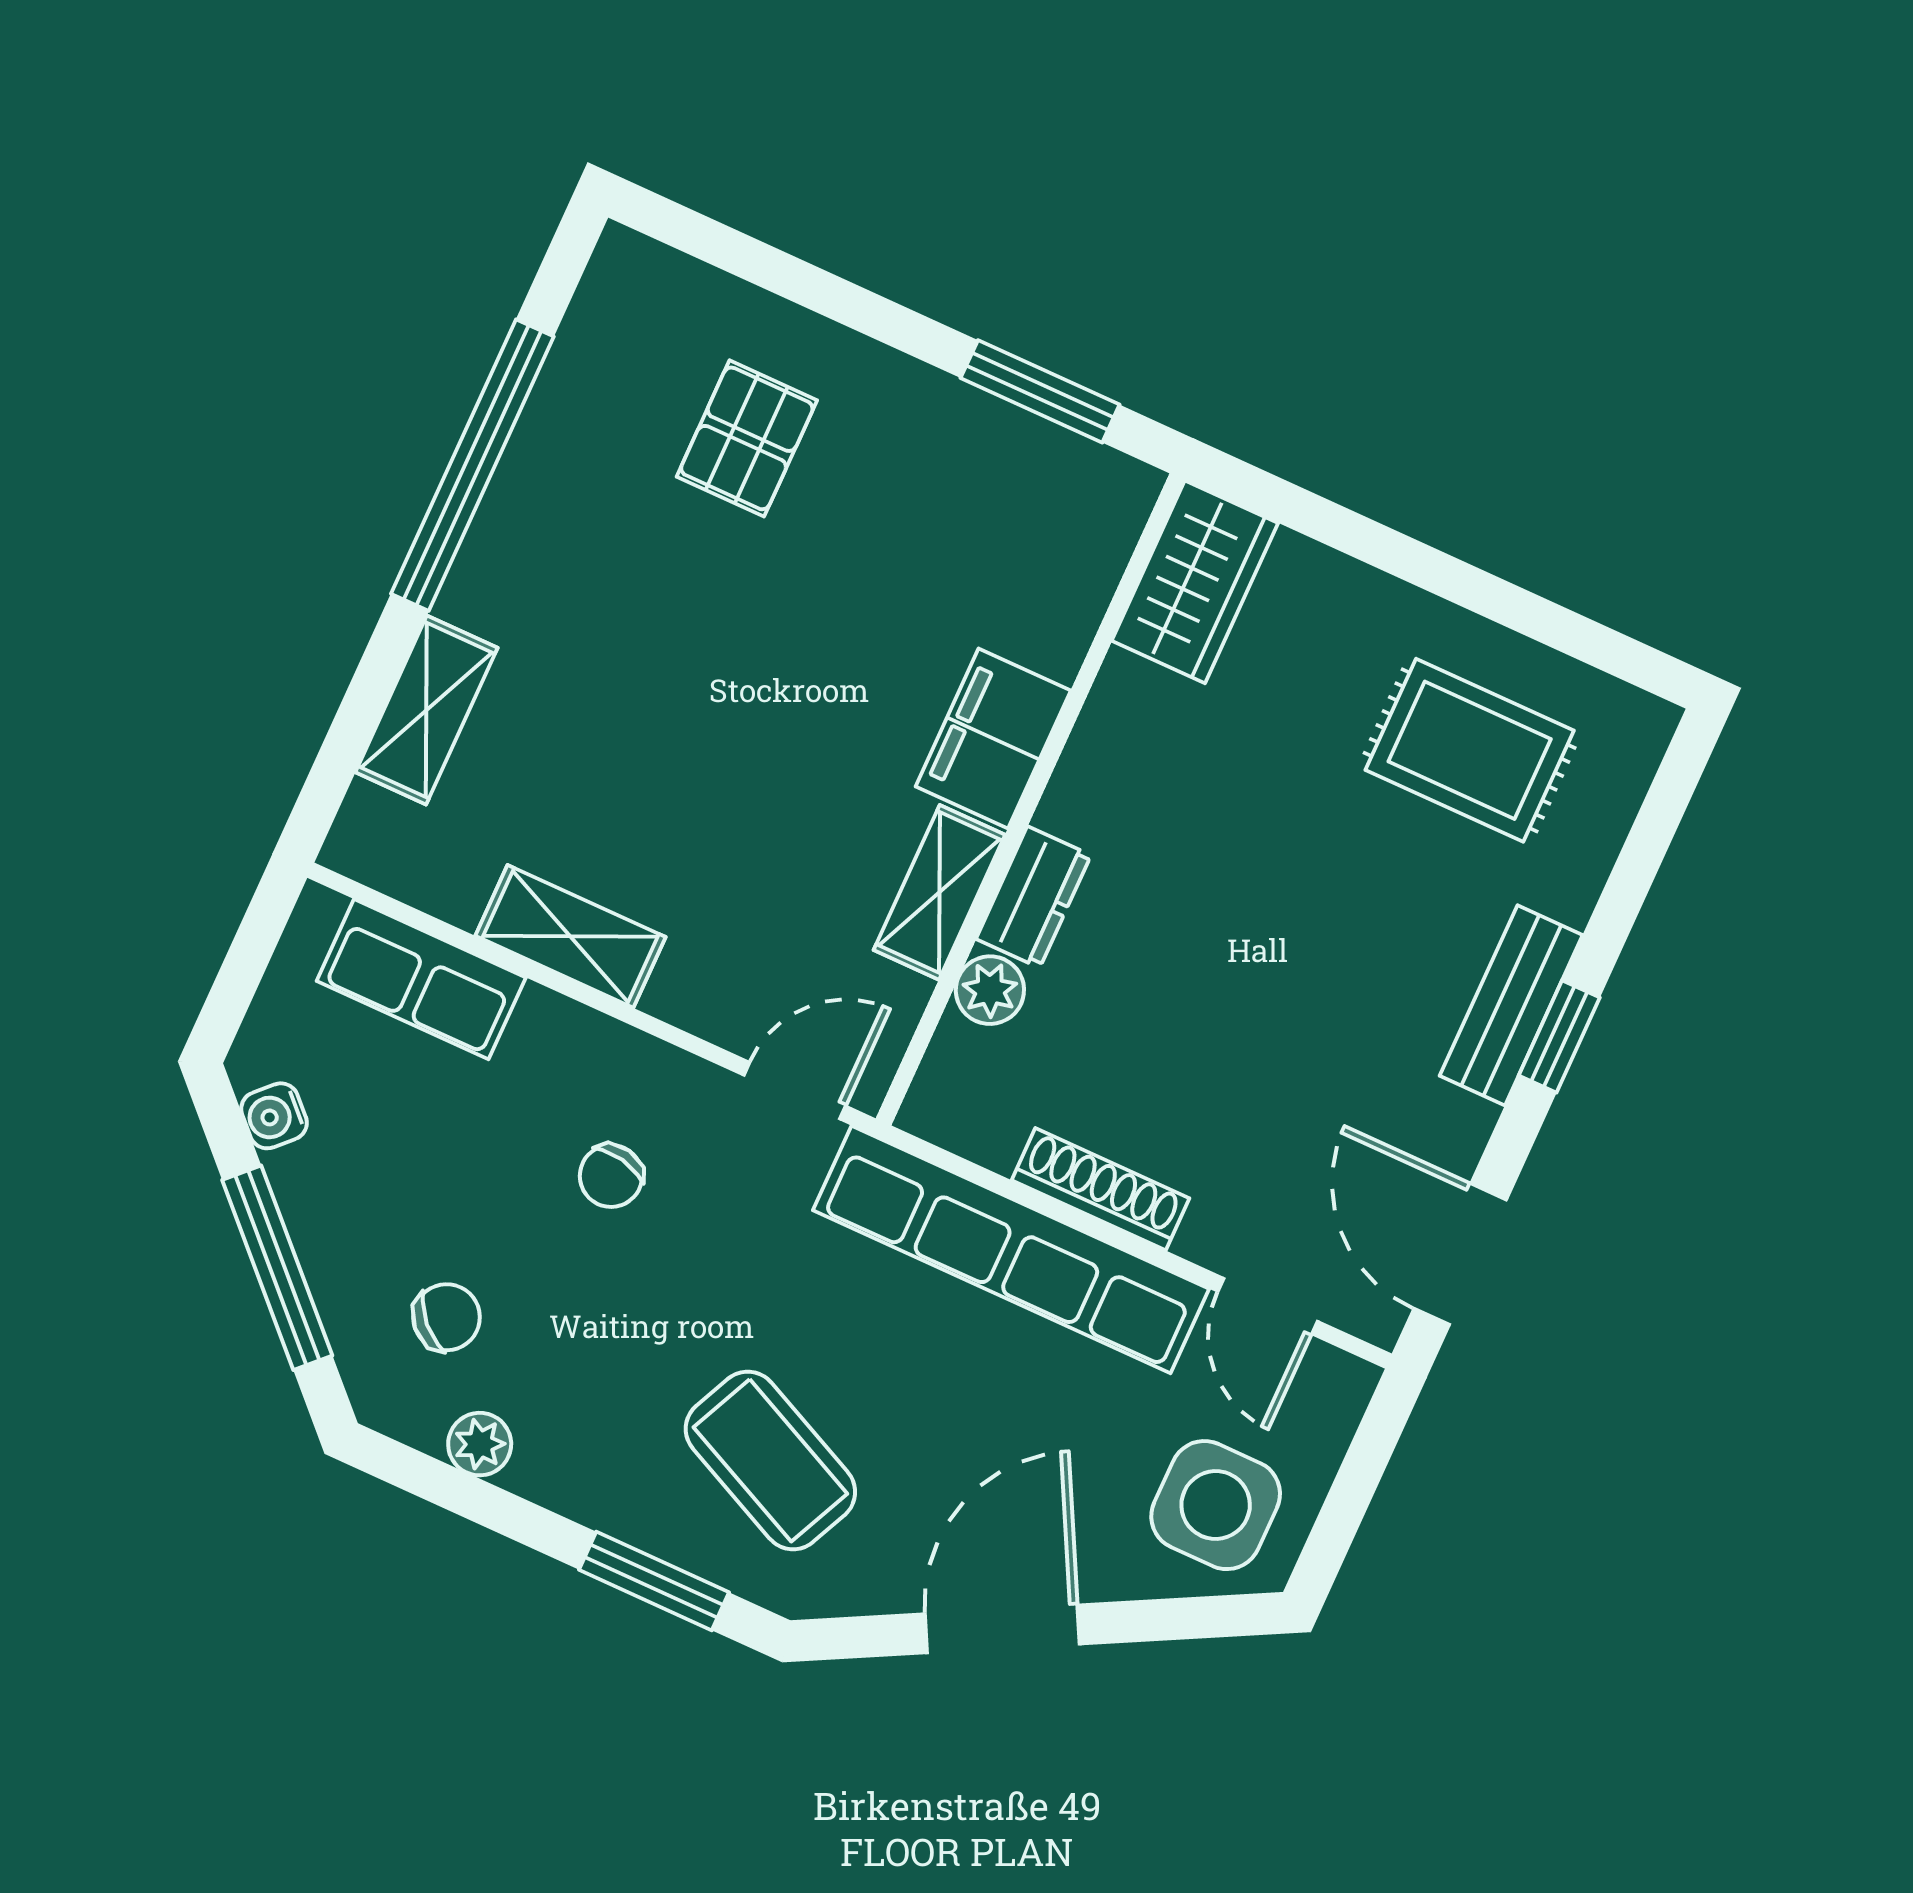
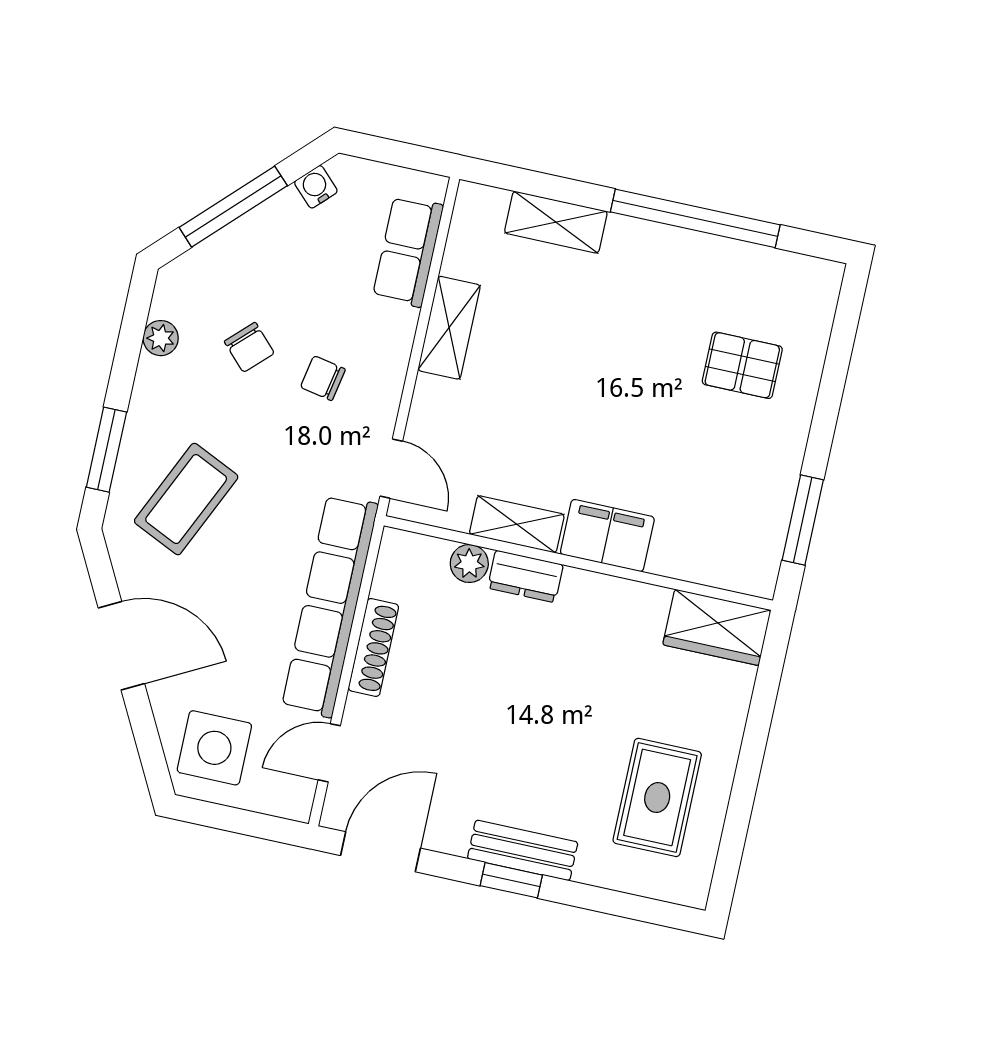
chair: (447, 1317) -> (249, 347), moved

